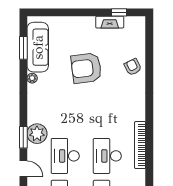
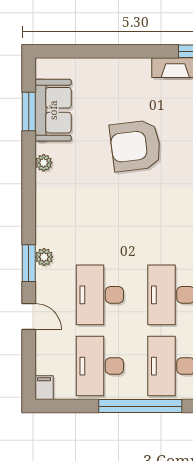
sofa: (38, 47) -> (53, 110), width x0.73
plant: (37, 134) -> (44, 257), width x0.53, depth x0.53

